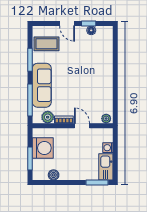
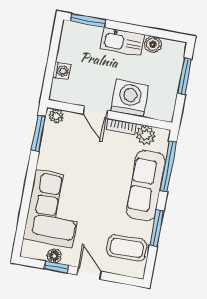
corner sofa: (97, 60) -> (54, 209), added
window: (115, 106) -> (38, 133), added
washing machine: (43, 148) -> (130, 98), moved, turned 90
kitchen sink: (106, 167) -> (122, 42), moved, turned 90

